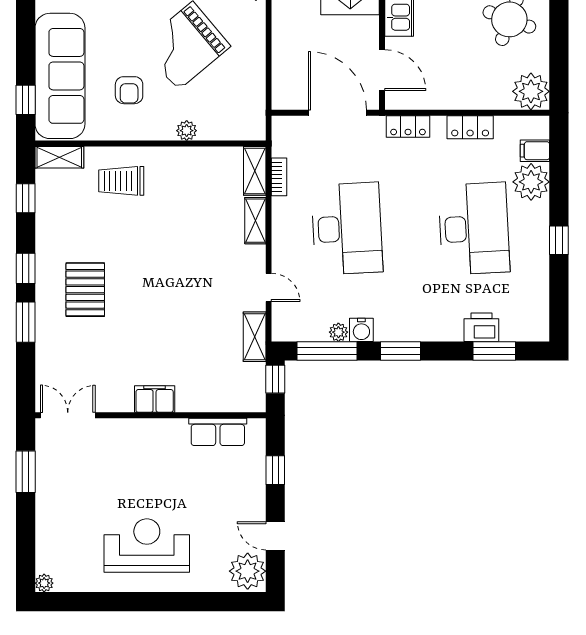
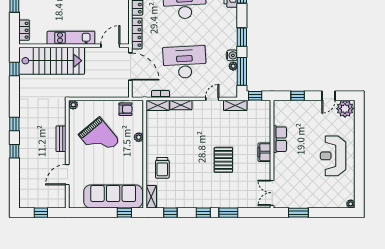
armchair: (129, 90) -> (125, 109), moved
door: (338, 113) -> (130, 67), swing flipped
locker: (408, 127) -> (137, 34), width x1.53
pallet: (85, 290) -> (223, 160), moved, turned 90
row of seats: (218, 432) -> (280, 139), moved

